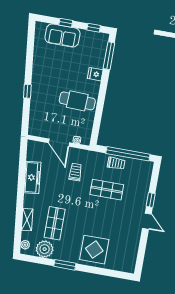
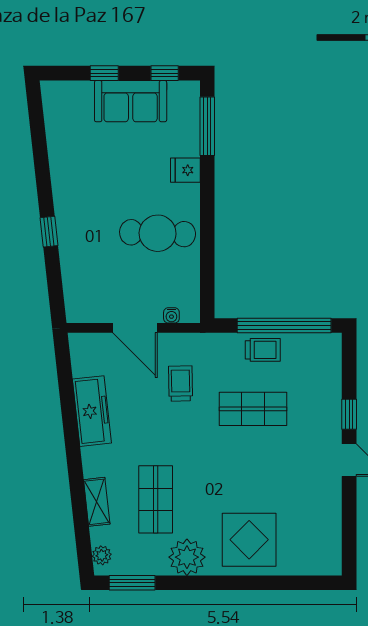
sofa: (62, 35) -> (131, 101), moved
plant: (45, 249) -> (187, 557), moved
window: (65, 265) -> (132, 583), moved

